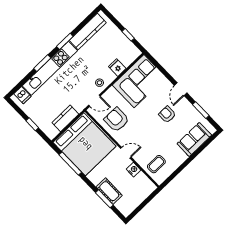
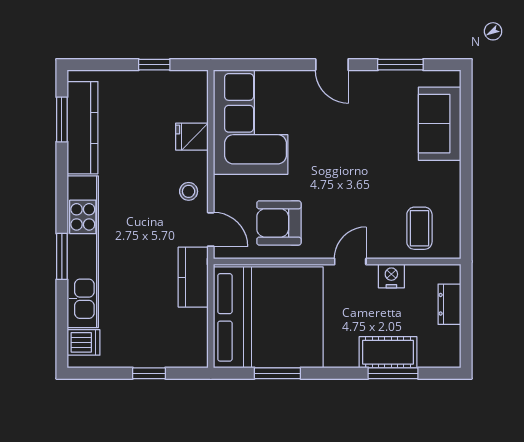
window: (65, 41) -> (62, 119), moved
door: (94, 101) -> (211, 229), hinge flipped
armchair: (167, 114) -> (353, 129), removed
kitchen counter: (65, 118) -> (193, 277), moved
window: (70, 163) -> (277, 373), width x0.69
dresser: (142, 196) -> (449, 304), added

